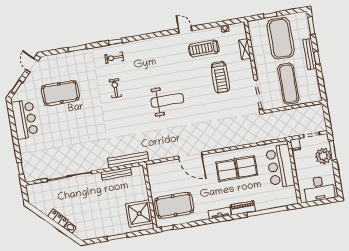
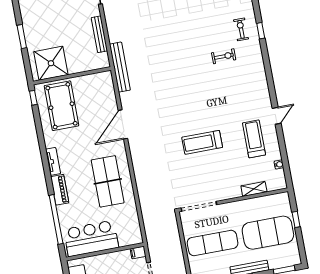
treadmill: (220, 77) -> (202, 142), moved
exercise bike: (115, 88) -> (224, 56), moved
weight bench: (167, 100) -> (190, 95), removed
bench: (128, 160) -> (120, 67), moved
bar counter: (280, 166) -> (91, 238), moved

